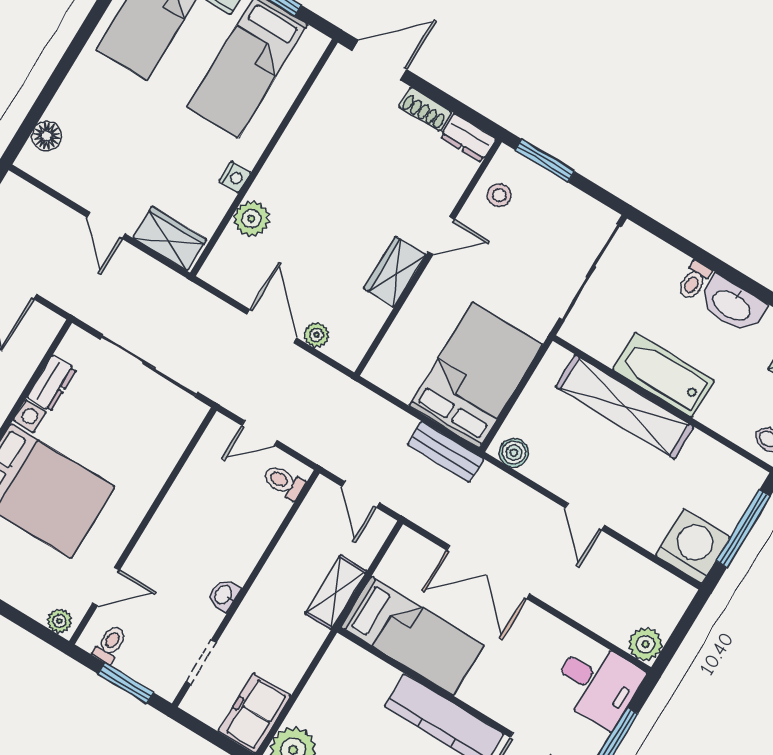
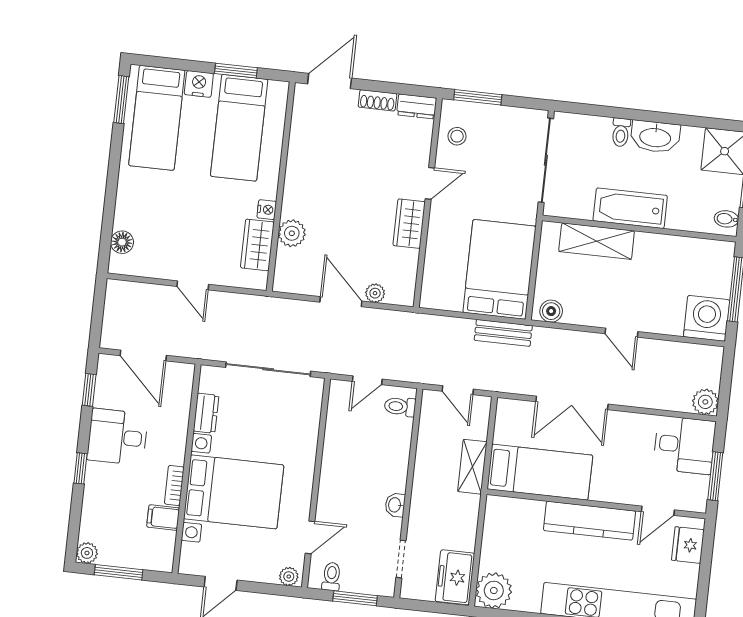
wardrobe: (170, 239) -> (257, 245), moved, turned -90
shelving: (625, 407) -> (597, 241), width x0.68

